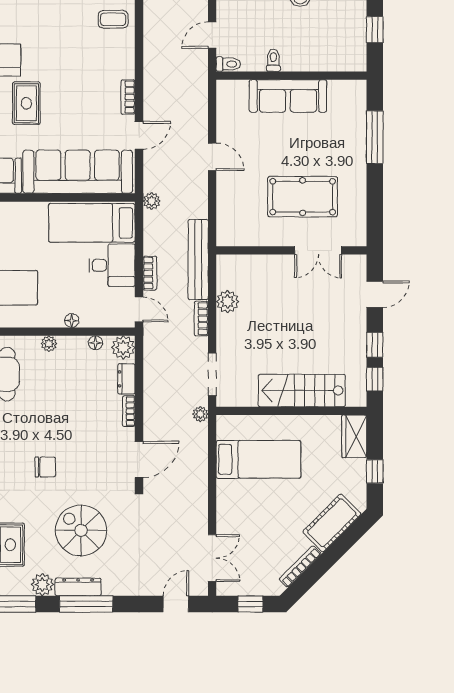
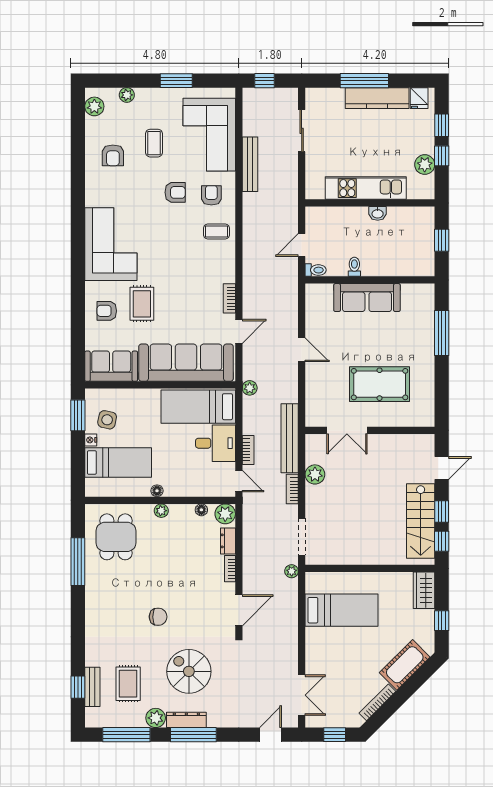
double door: (318, 250) -> (347, 430), moved
floor lamp: (72, 321) -> (157, 491), moved
stairs: (302, 390) -> (421, 521), moved, turned -90

